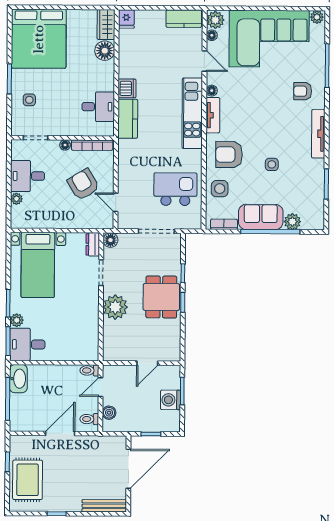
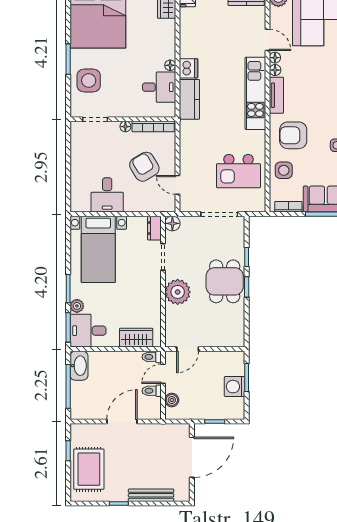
floor lamp: (212, 35) -> (275, 58), moved
floor lamp: (105, 51) -> (170, 65), moved, width x0.53, depth x0.53
side table: (29, 100) -> (89, 80), width x1.87, depth x1.87
desk: (28, 176) -> (107, 195), moved, turned -90
kitchen island: (175, 189) -> (238, 171), turned 180
plant: (16, 199) -> (76, 182), removed
wardrobe: (74, 352) -> (136, 338), added
door: (147, 363) -> (188, 349), moved
toilet: (89, 419) -> (152, 391), moved
bench: (104, 506) -> (151, 495), moved

